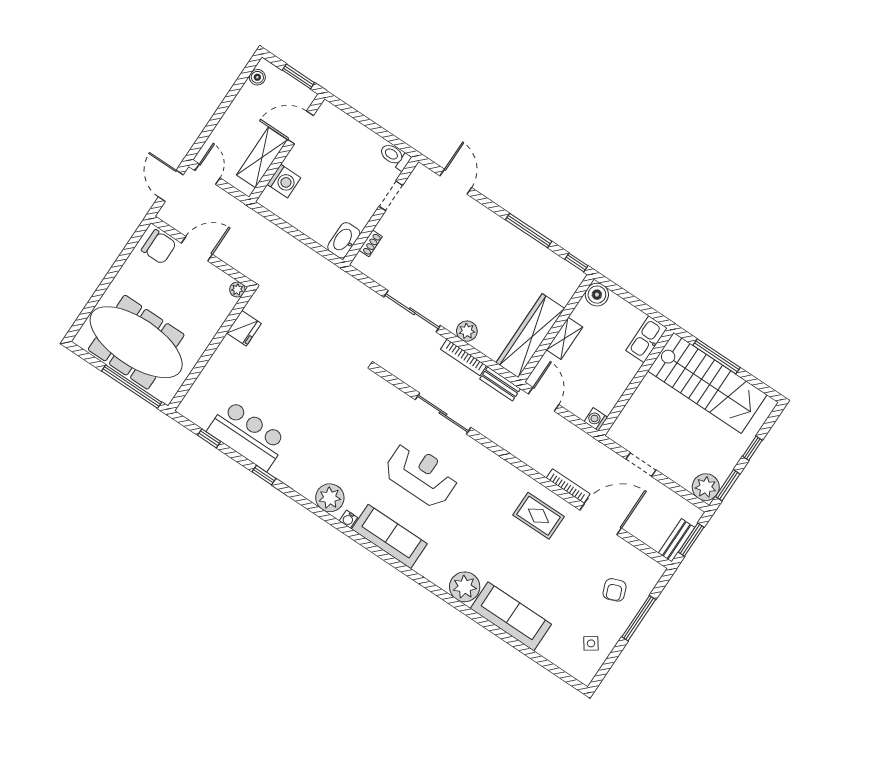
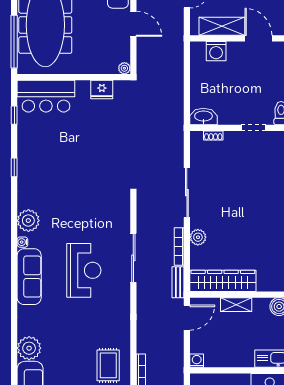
bar counter: (247, 435) -> (46, 96), moved, turned 90

